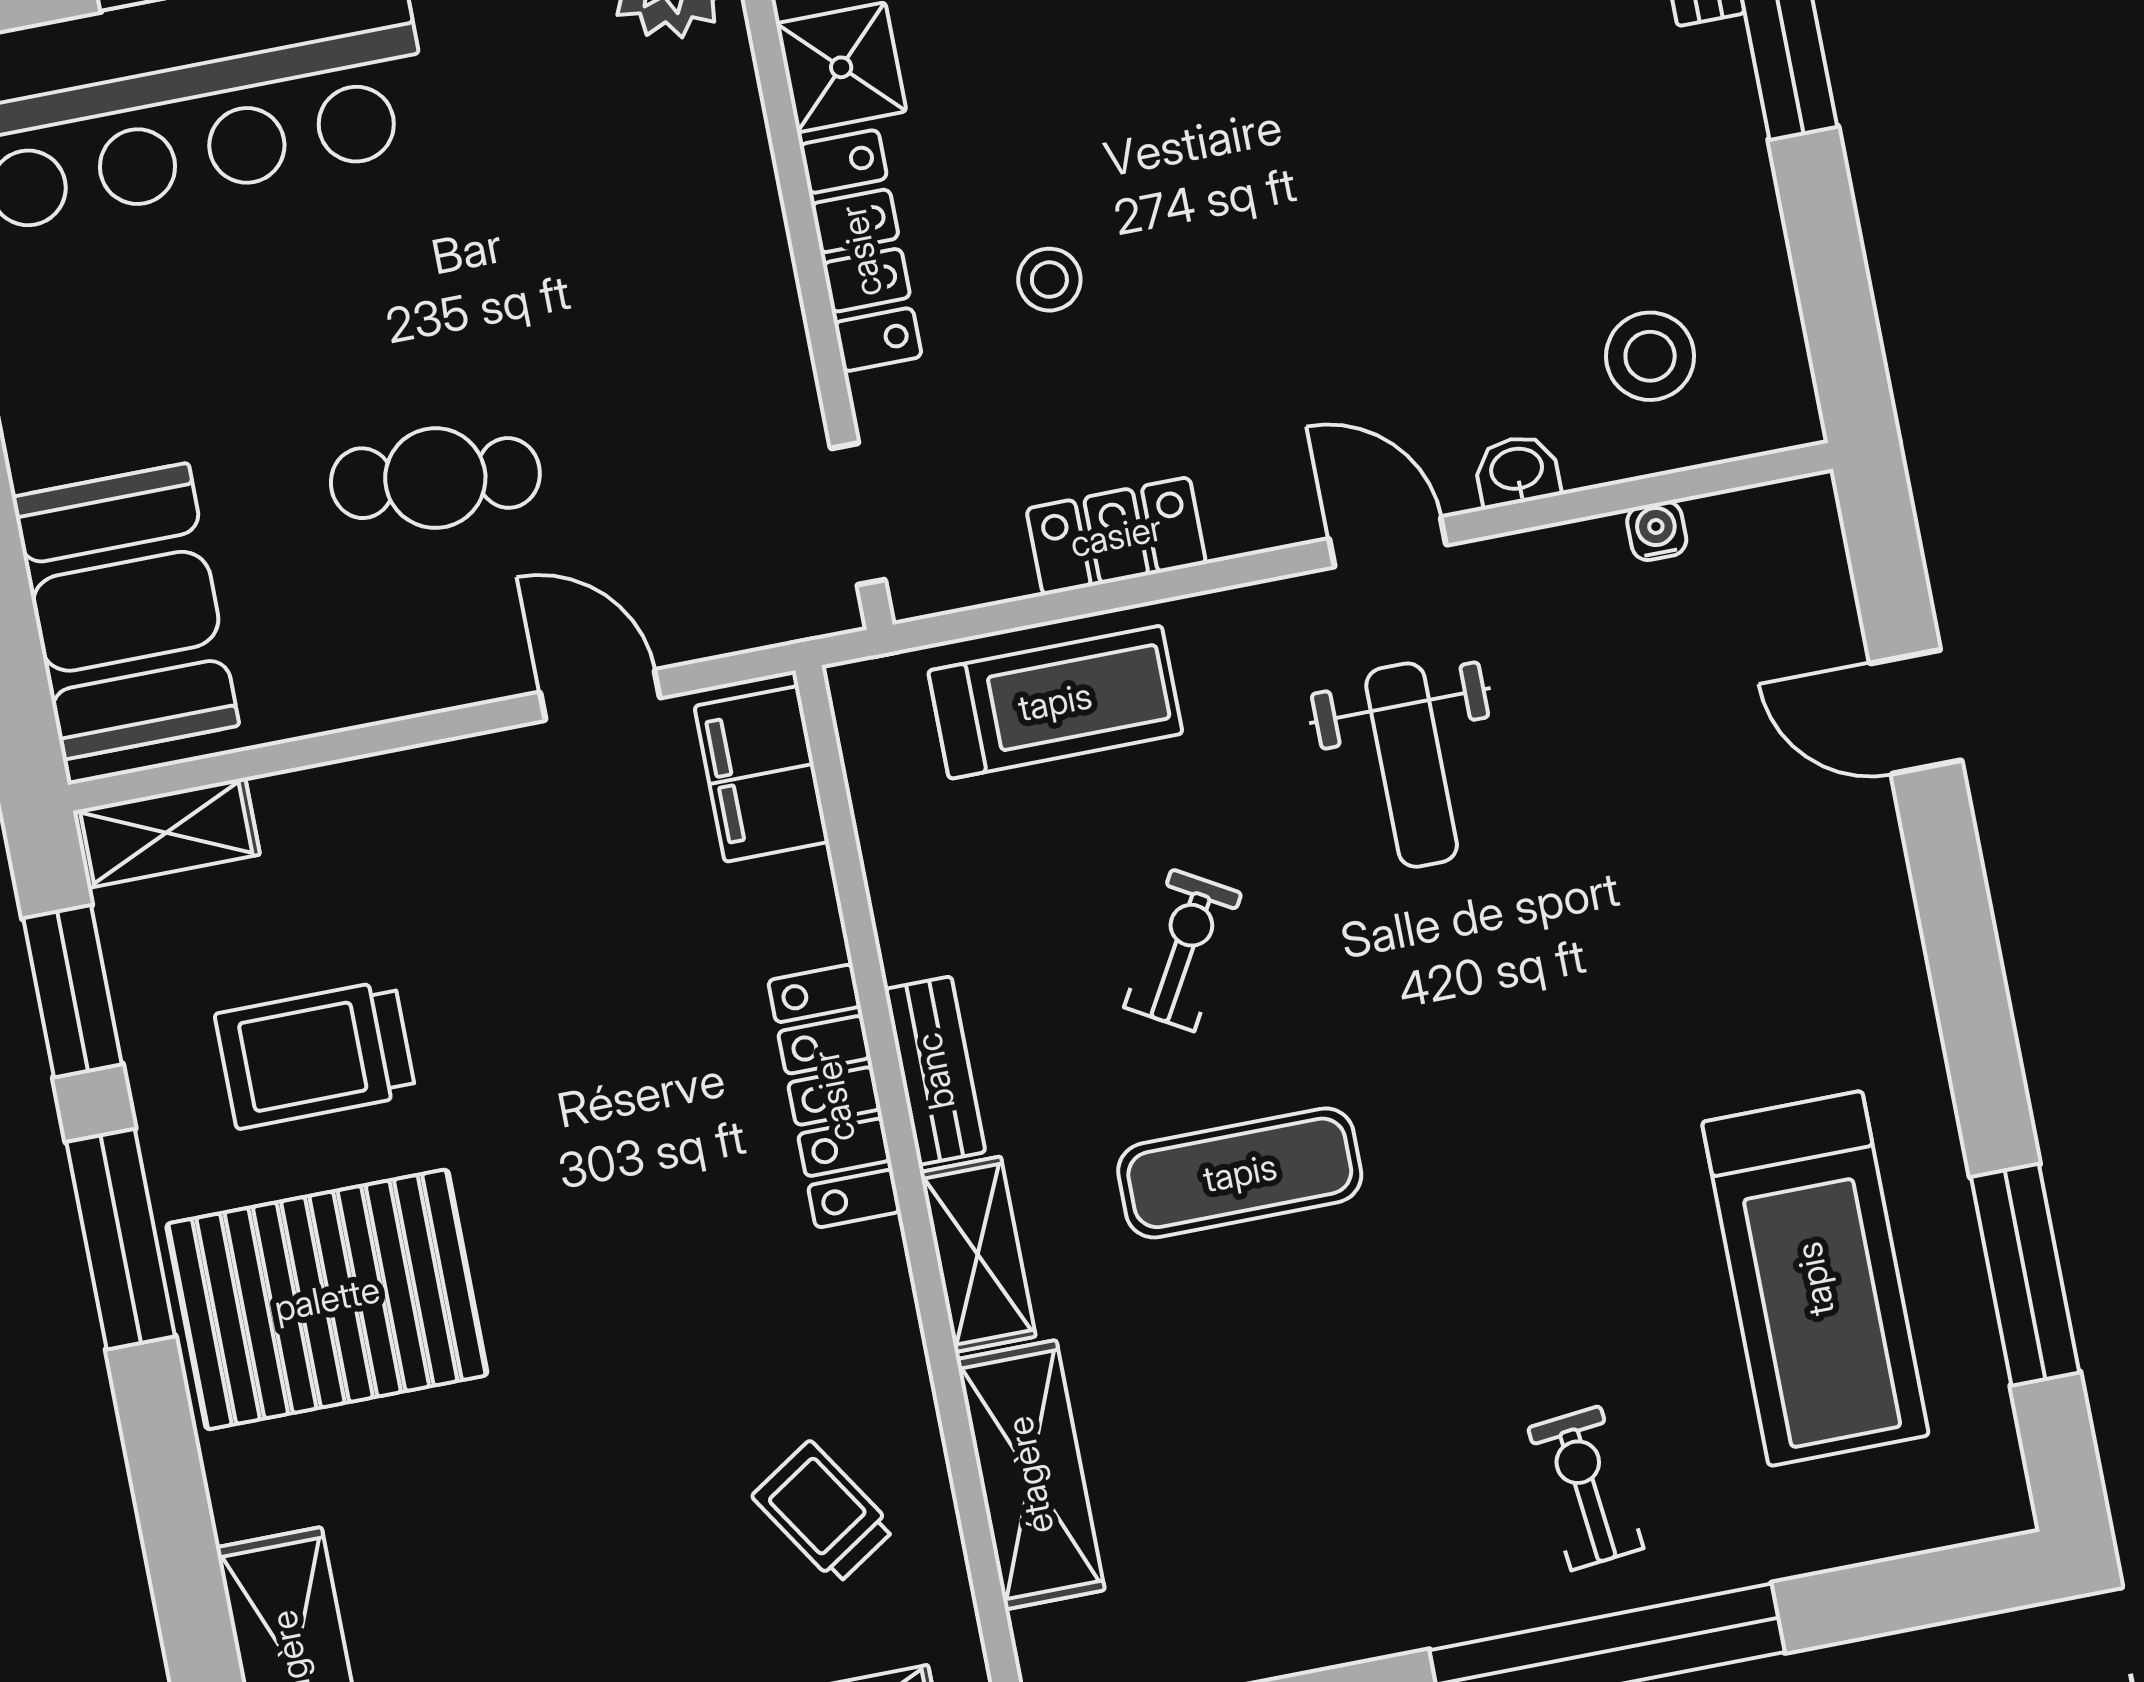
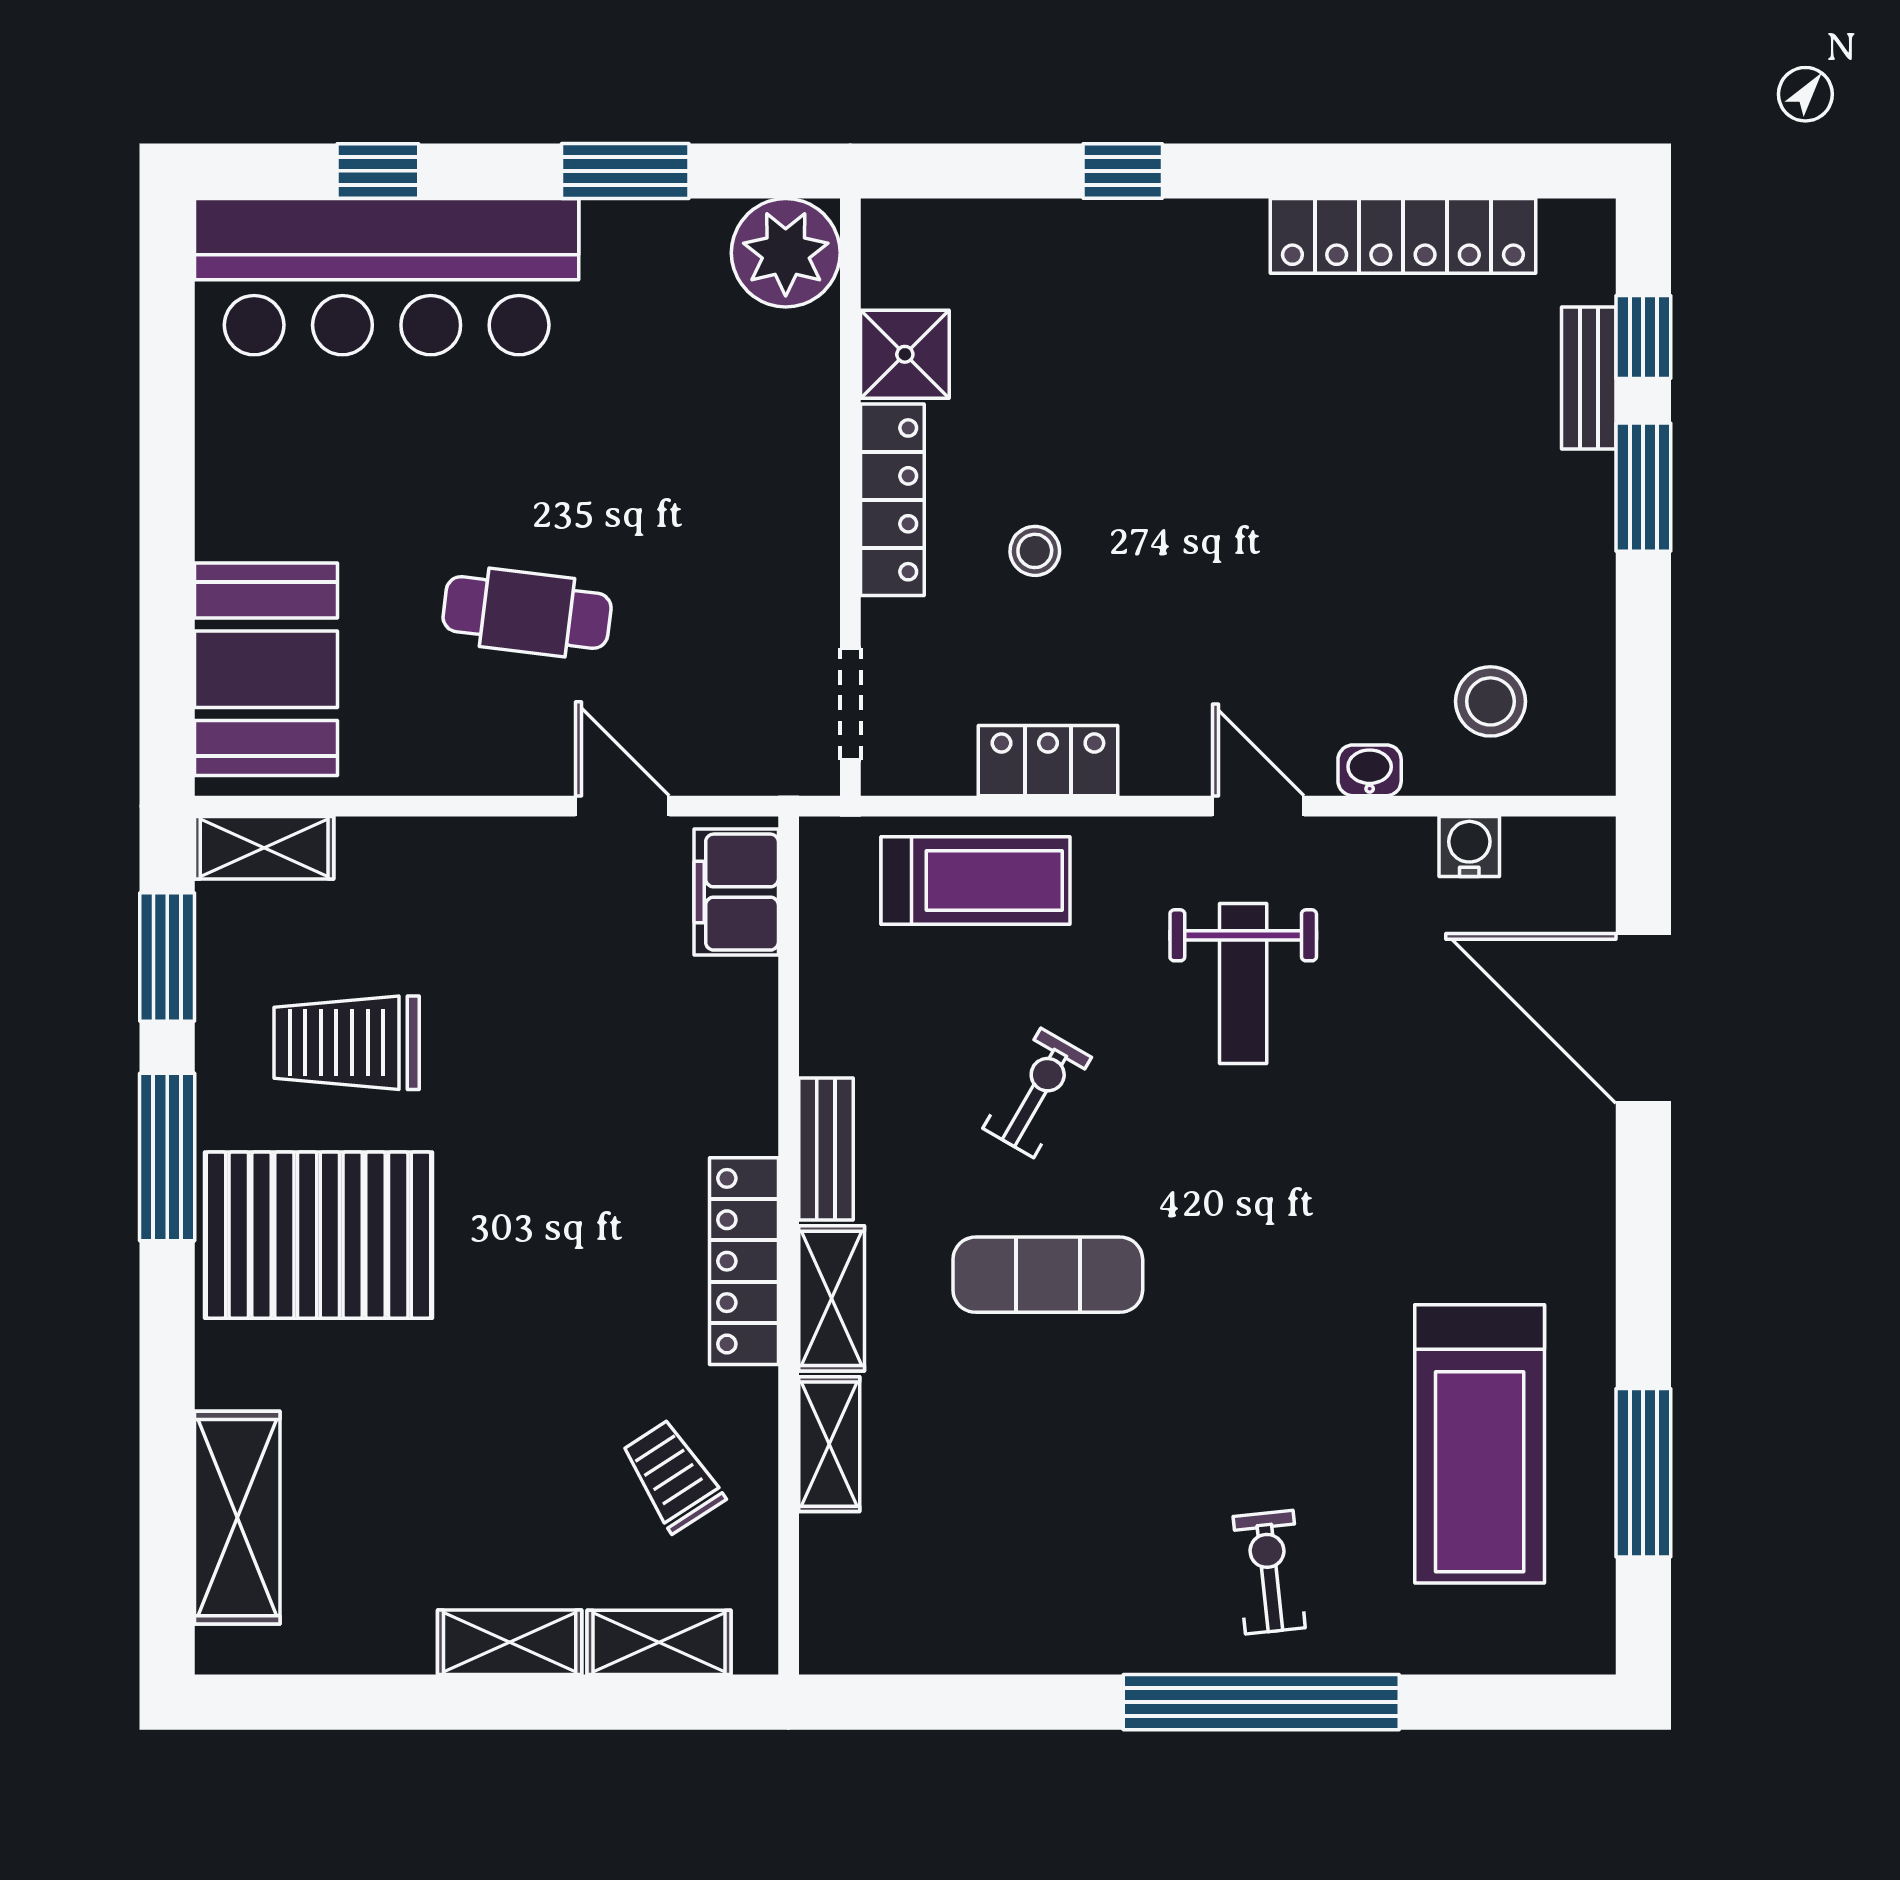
water cooler: (1657, 531) -> (1469, 847), width x1.38, depth x1.38
door: (1916, 712) -> (1643, 1018), width x1.88
locker: (834, 1096) -> (744, 1261), moved
shelving: (1030, 1475) -> (829, 1444), width x0.67, depth x0.75

